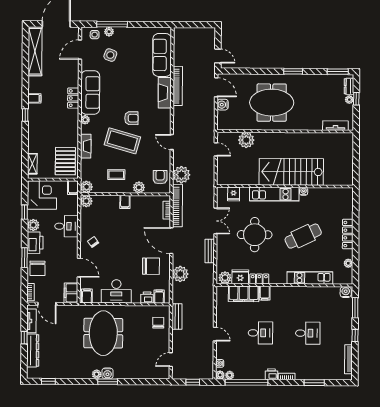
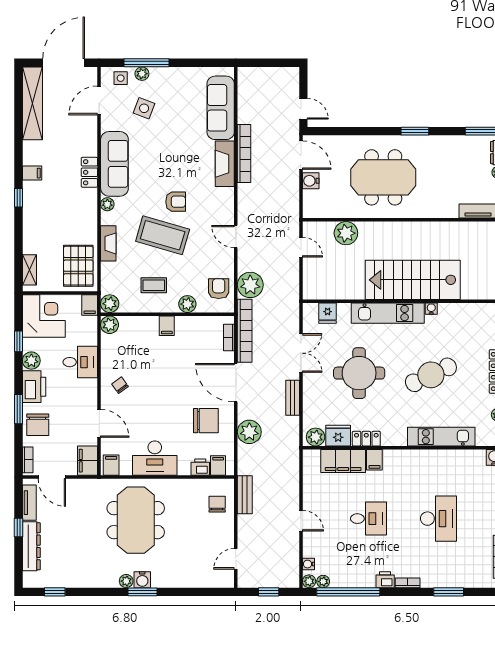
desk: (308, 333) -> (439, 519), width x1.37

